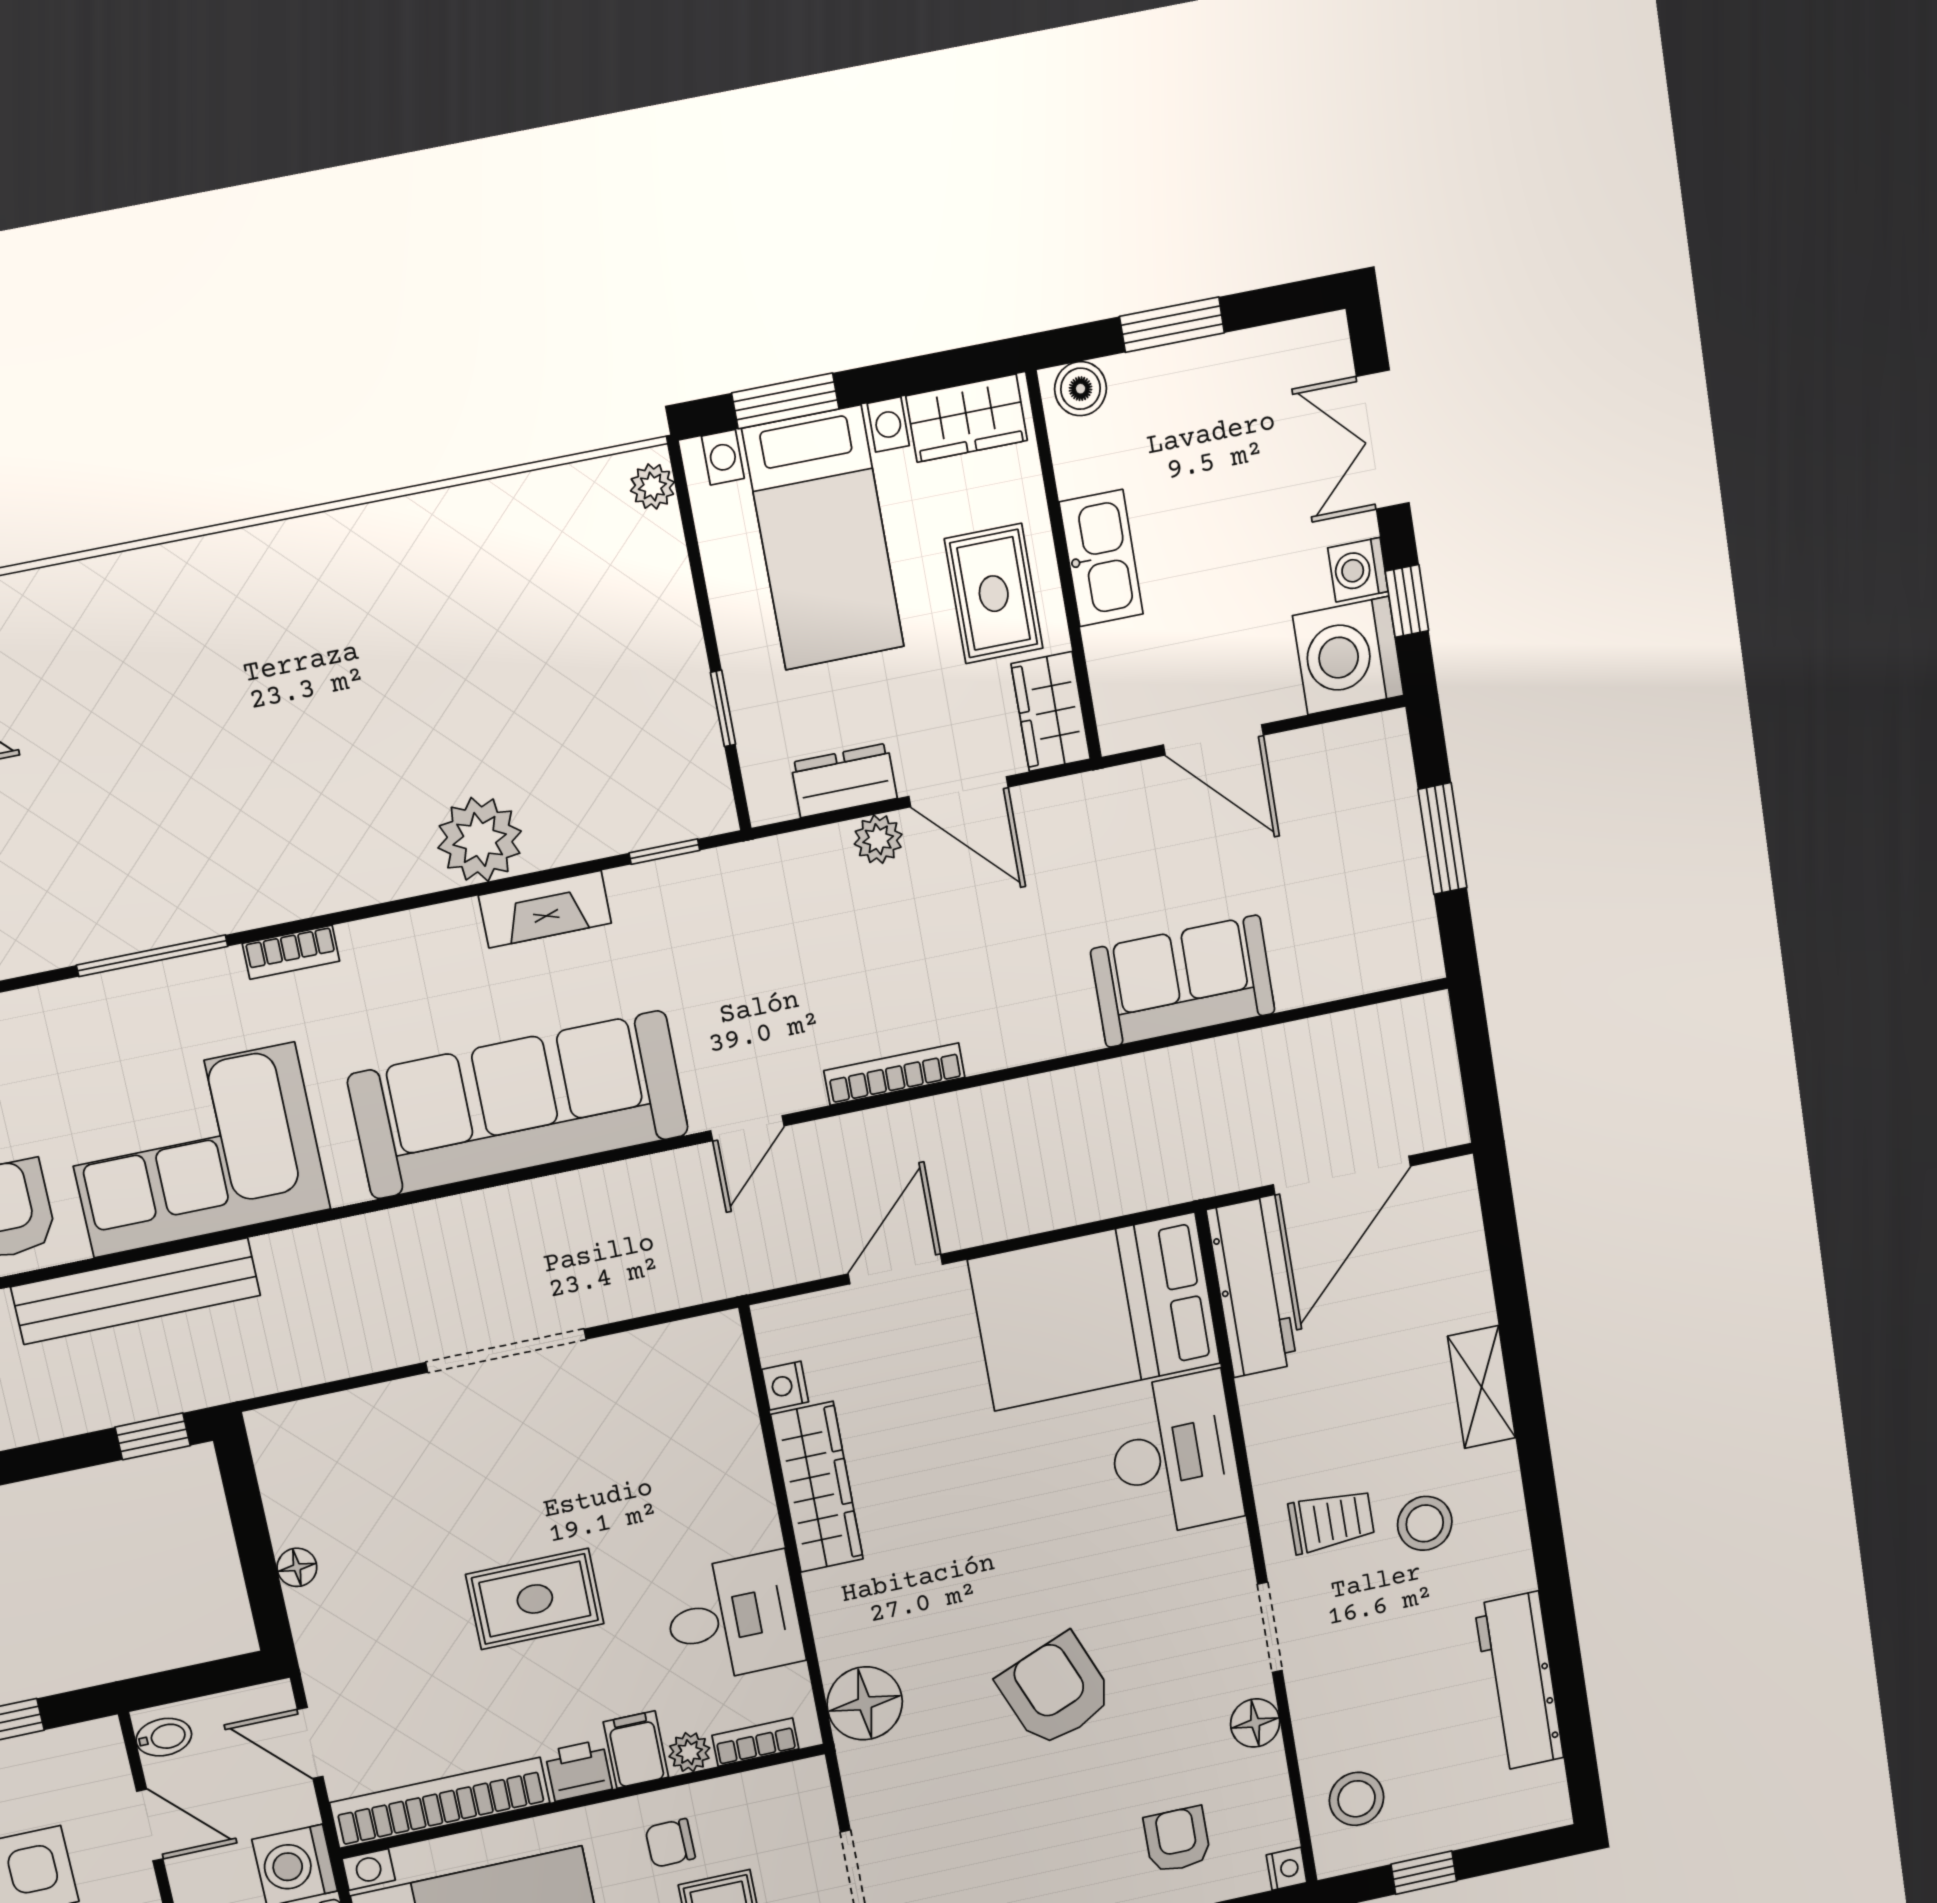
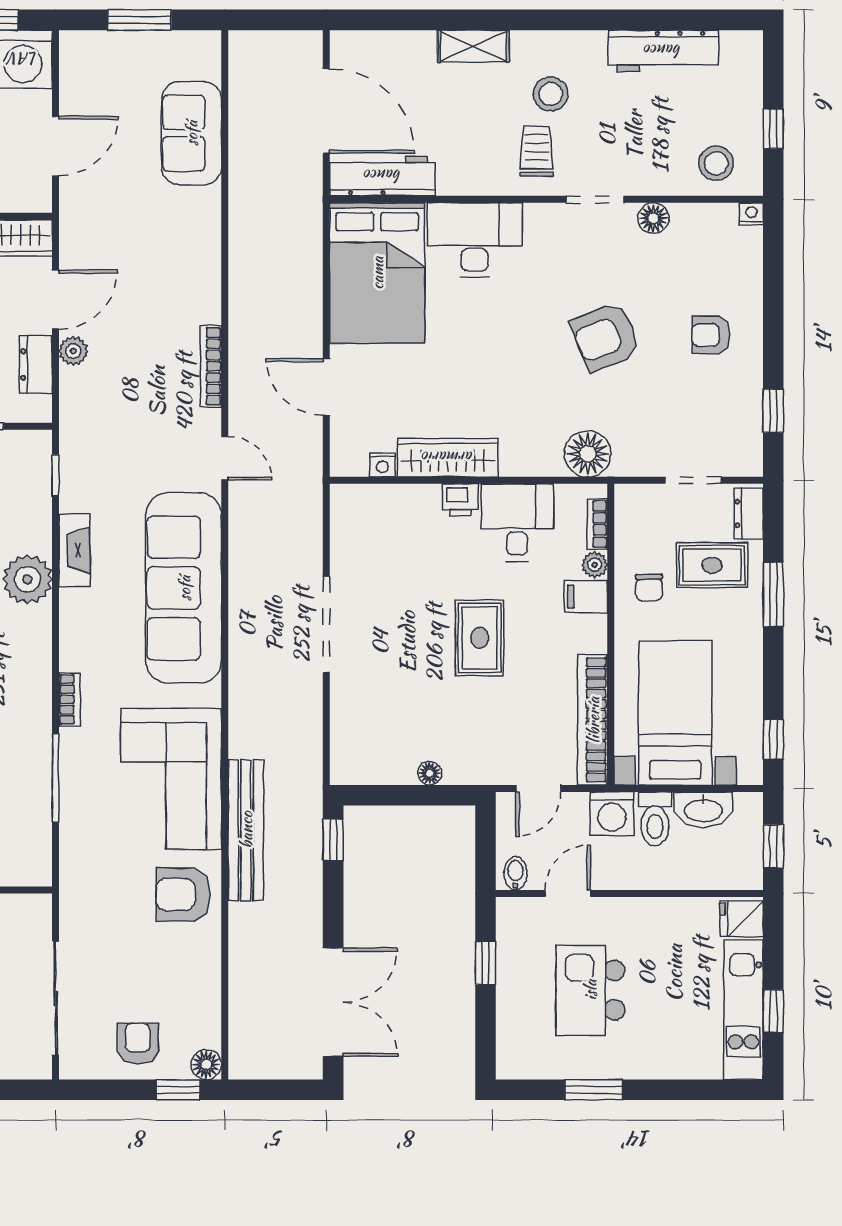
sofa: (1183, 981) -> (191, 133), moved
printer: (579, 1770) -> (460, 500), moved, turned -90
armchair: (1177, 1840) -> (711, 335), moved

